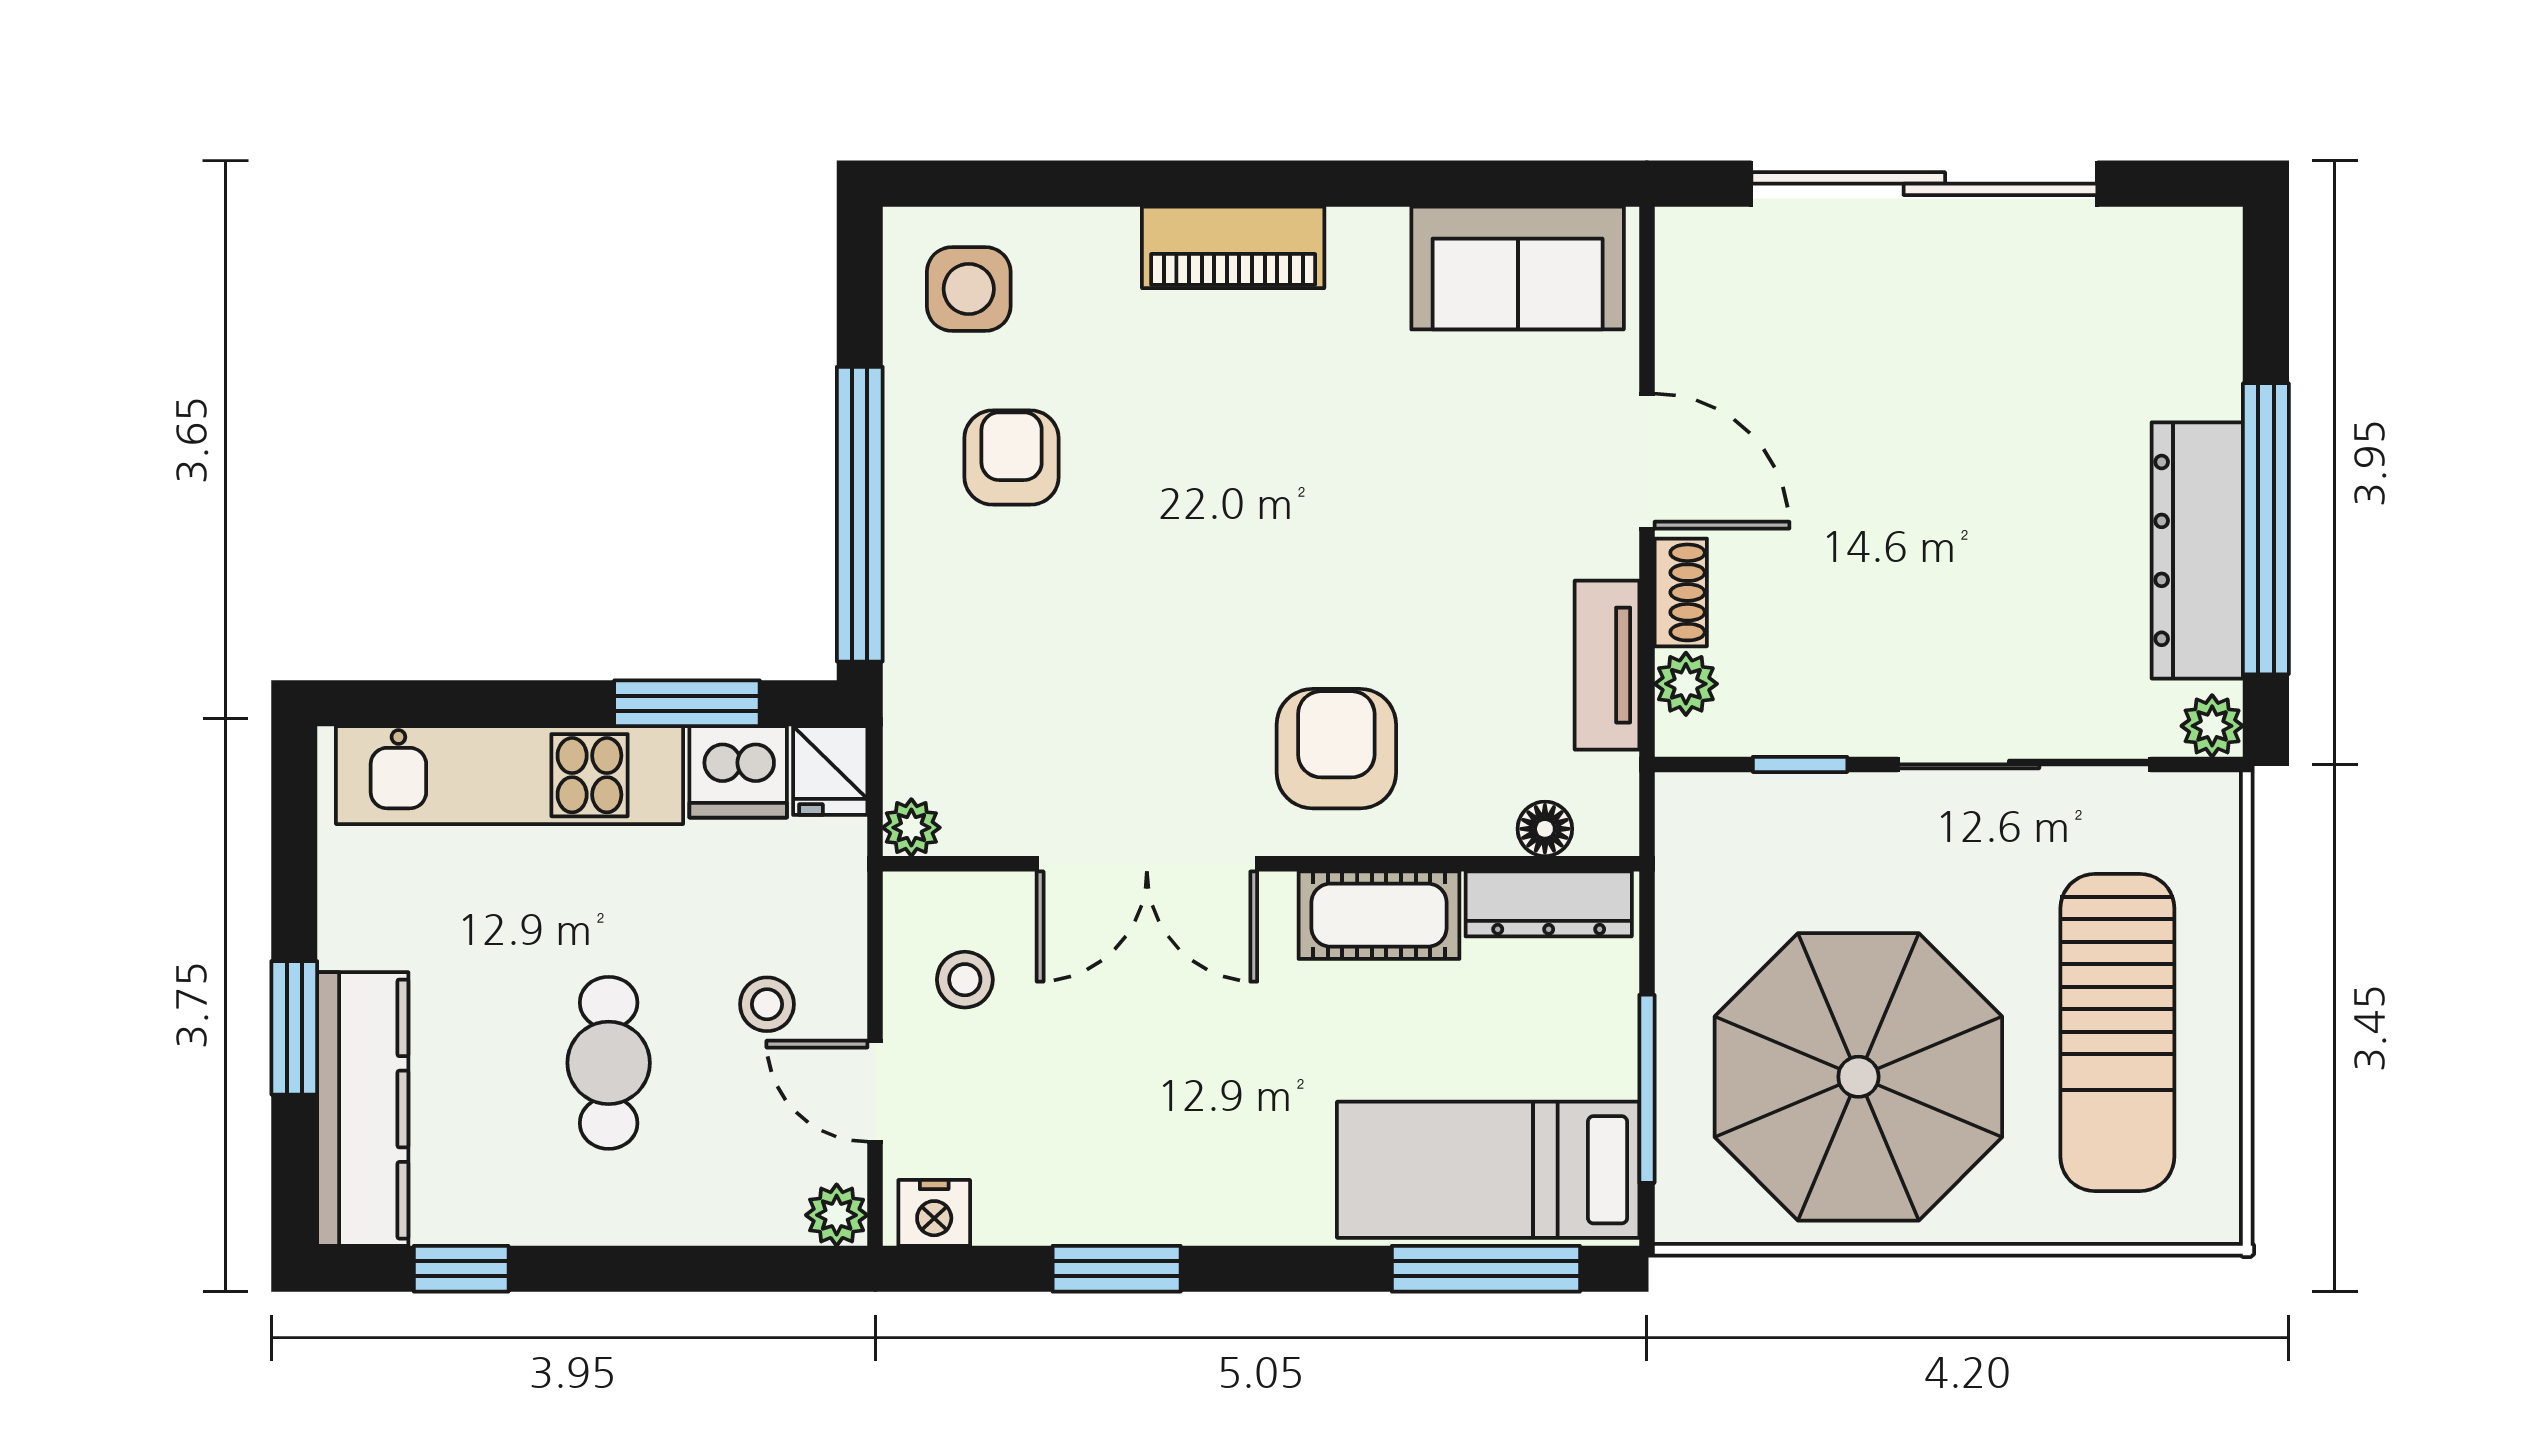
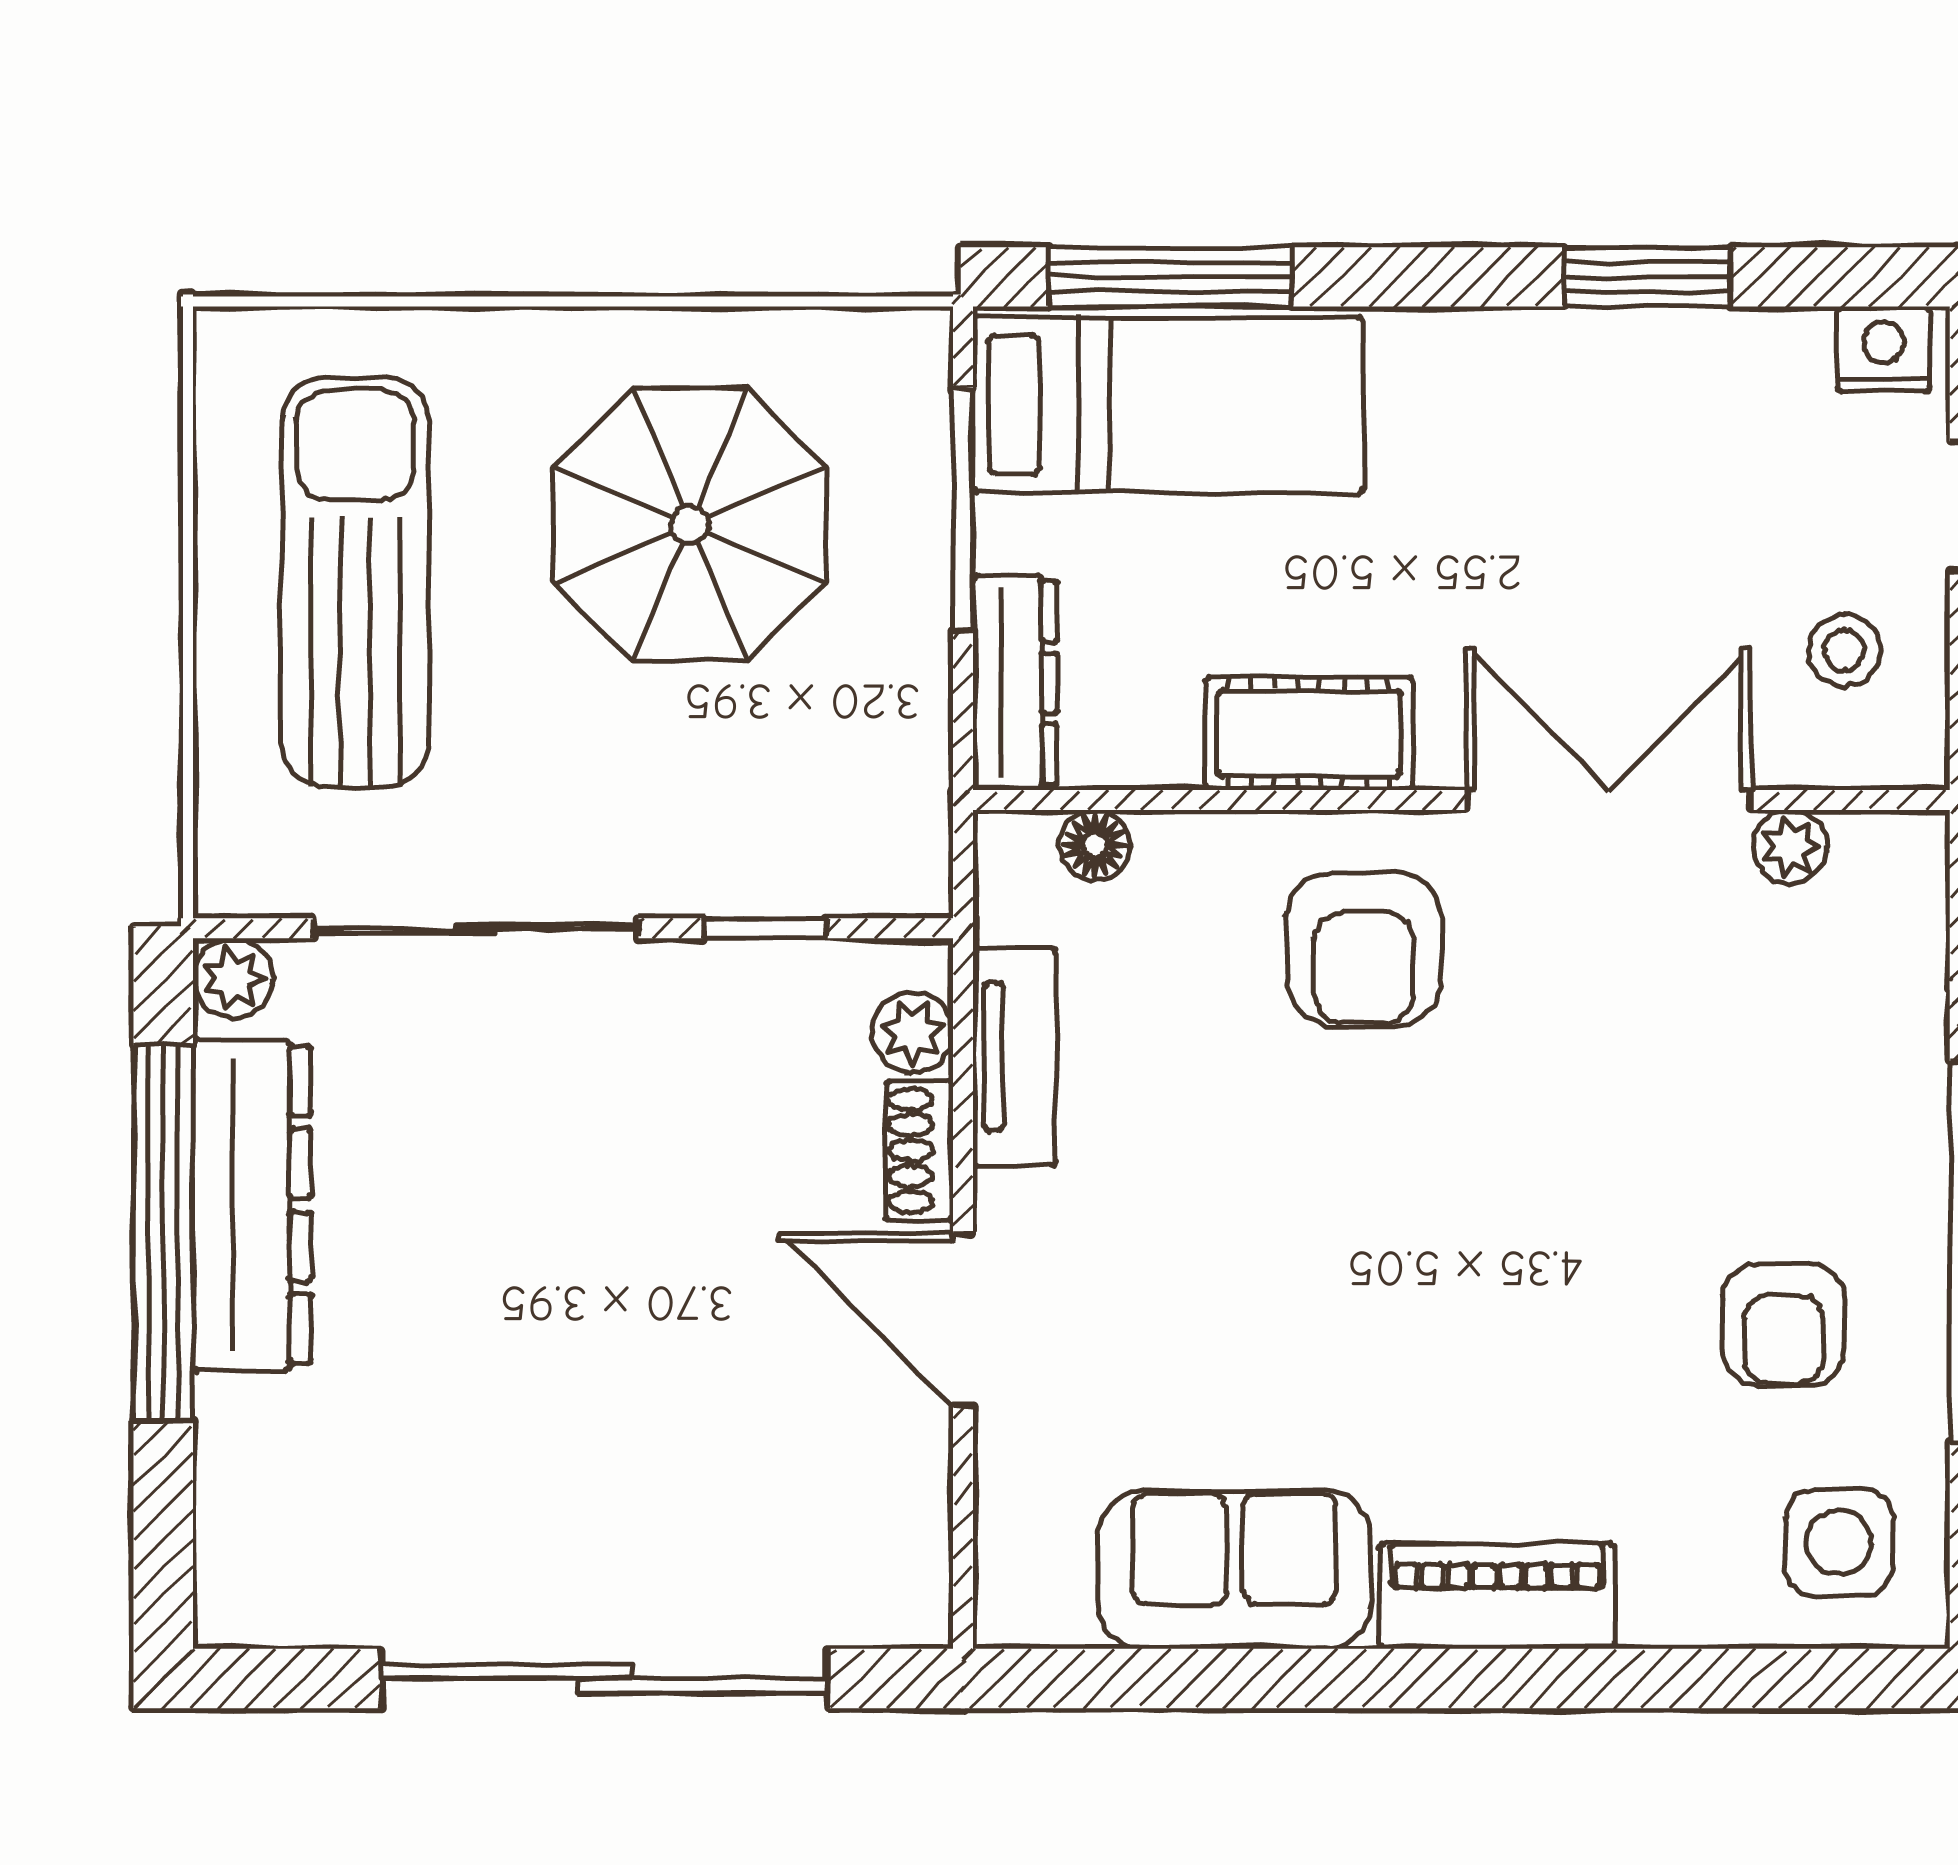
sofa: (1518, 268) -> (1234, 1570), moved
plant: (911, 828) -> (1790, 847), moved
dresser: (1549, 904) -> (1015, 683), moved, turned 90
parasol: (1858, 1077) -> (690, 525), width x0.73, depth x0.73

